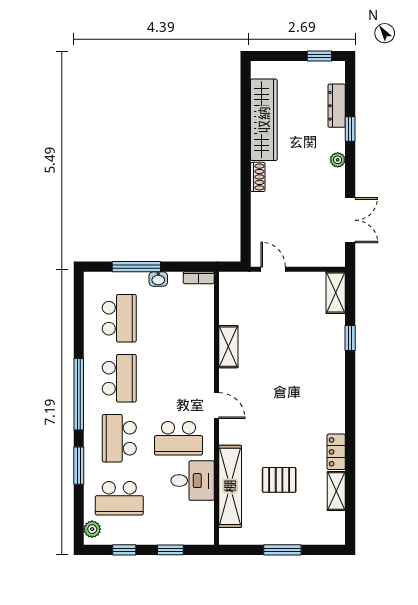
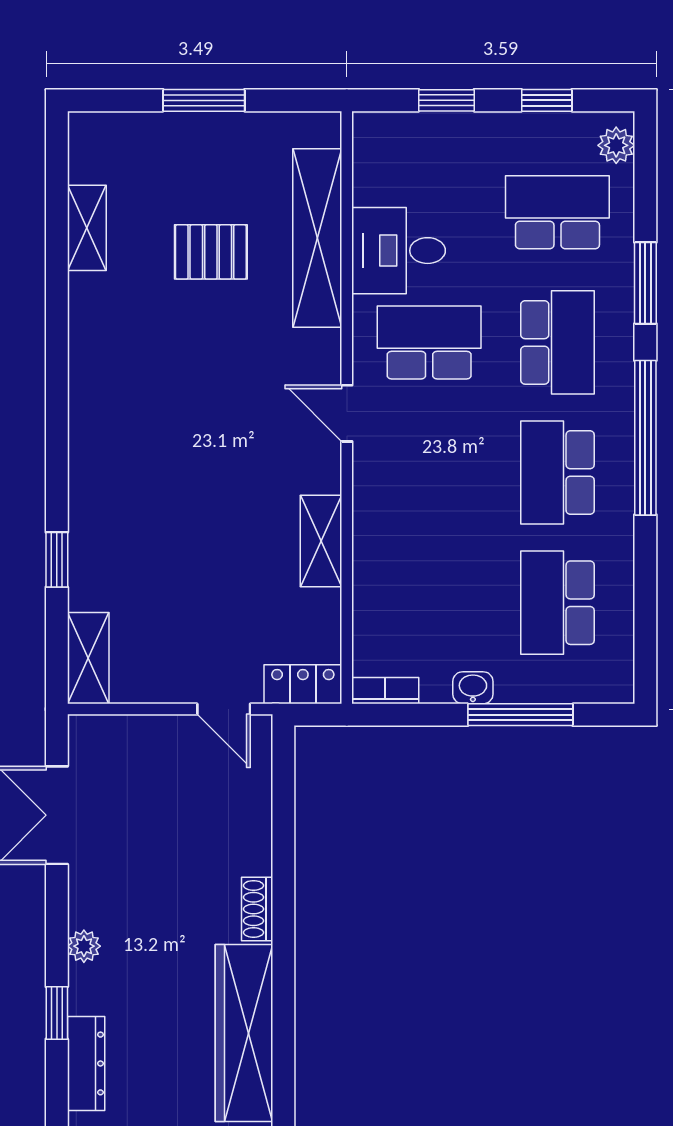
locker: (336, 452) -> (303, 684), moved, turned -90

